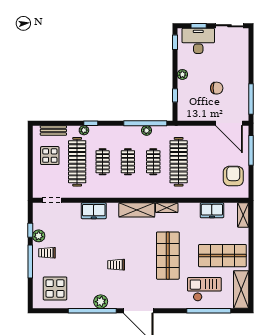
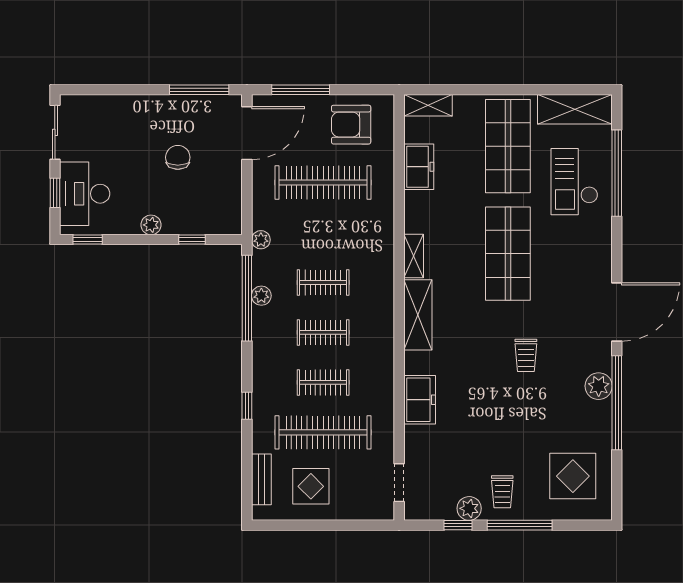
plant: (84, 130) -> (261, 240), moved
clothes rail: (179, 162) -> (323, 182), moved
shop shelf: (168, 256) -> (508, 254), turned 90

